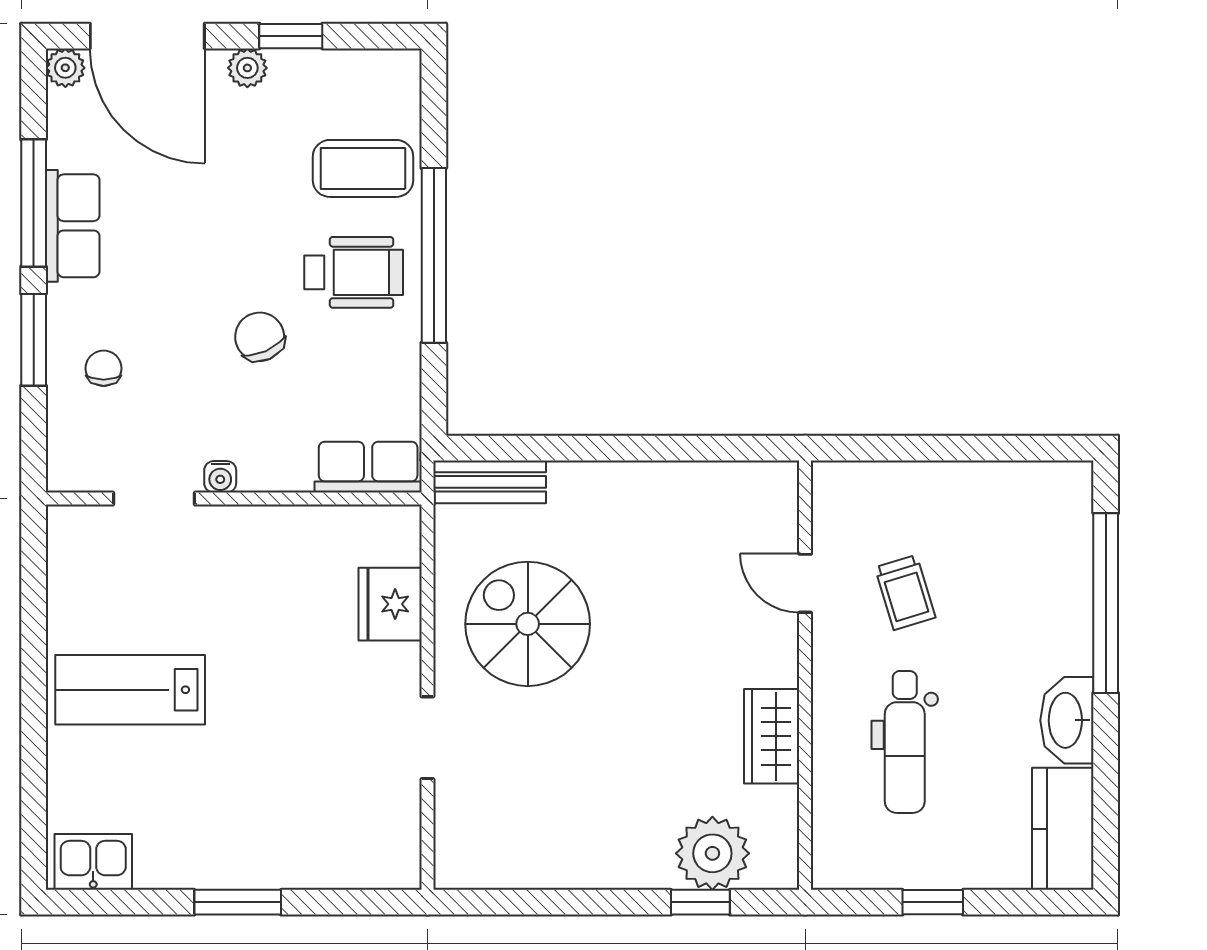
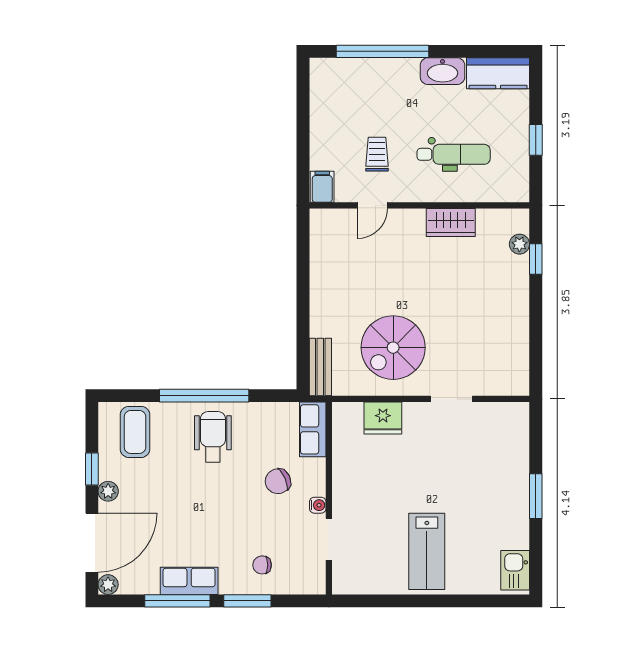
coffee table: (363, 168) -> (135, 432), moved
chair: (260, 337) -> (278, 481), moved
filing cabinet: (841, 486) -> (322, 187), added
trolley: (905, 592) -> (377, 154), turned -73
plant: (712, 853) -> (519, 244), width x0.53, depth x0.53

